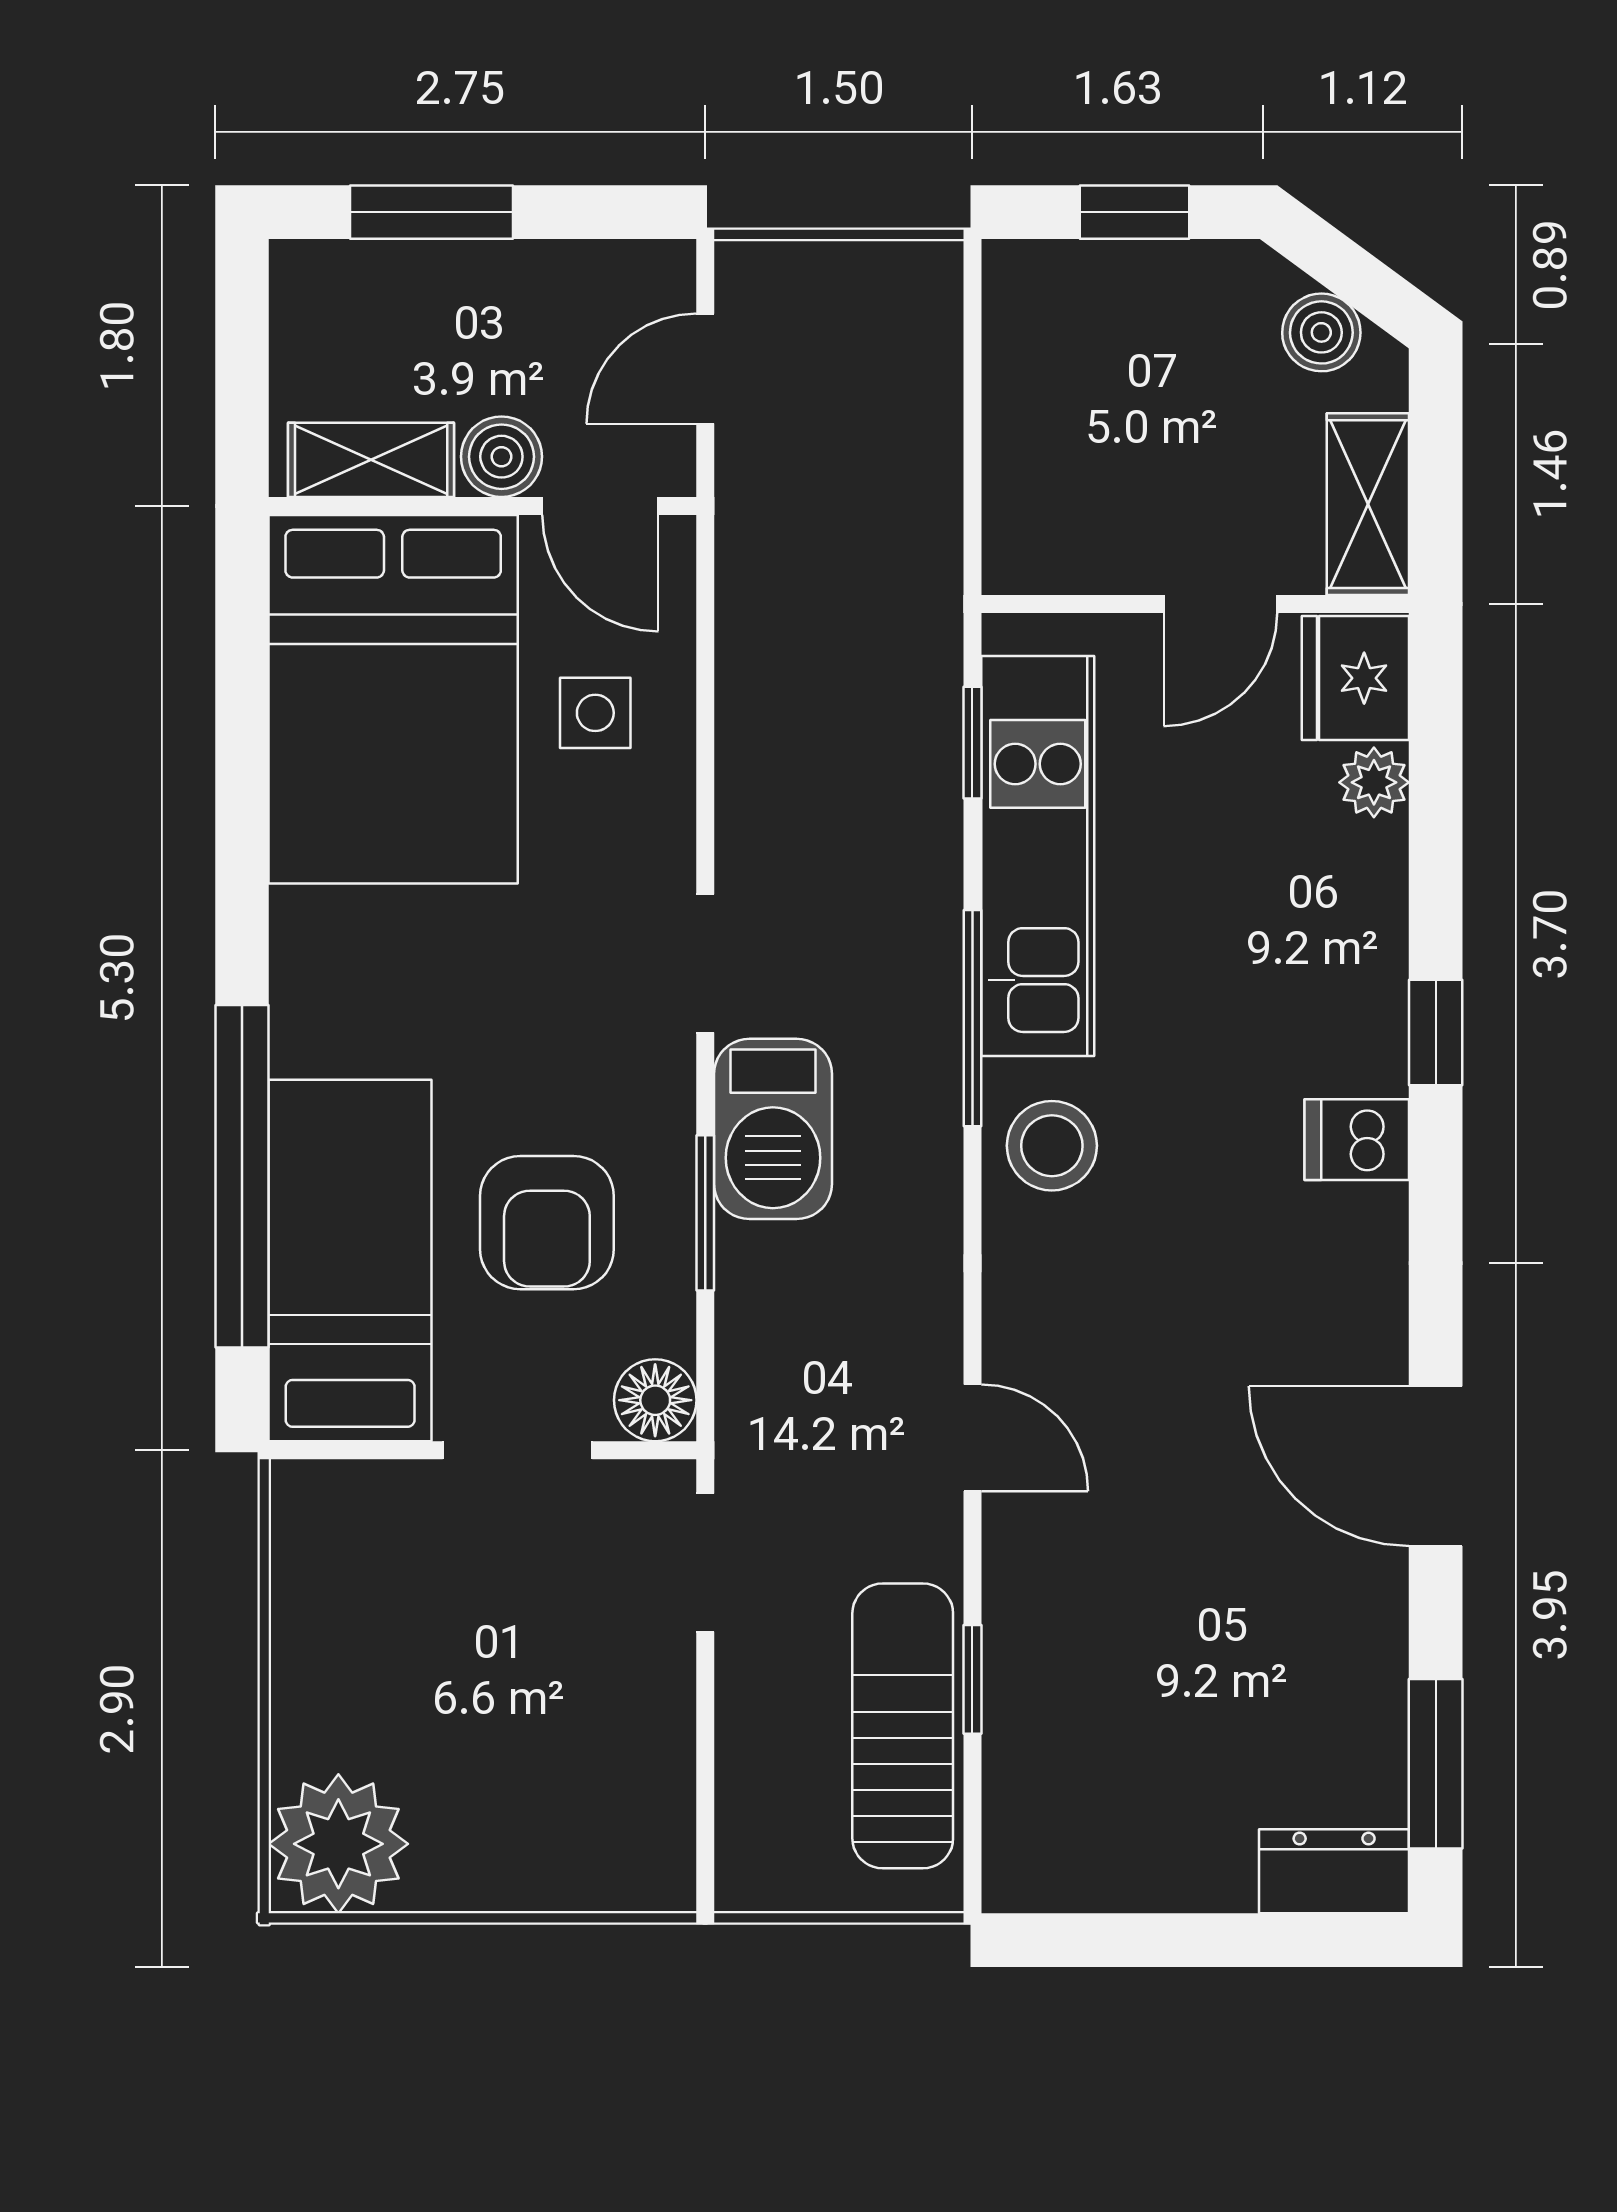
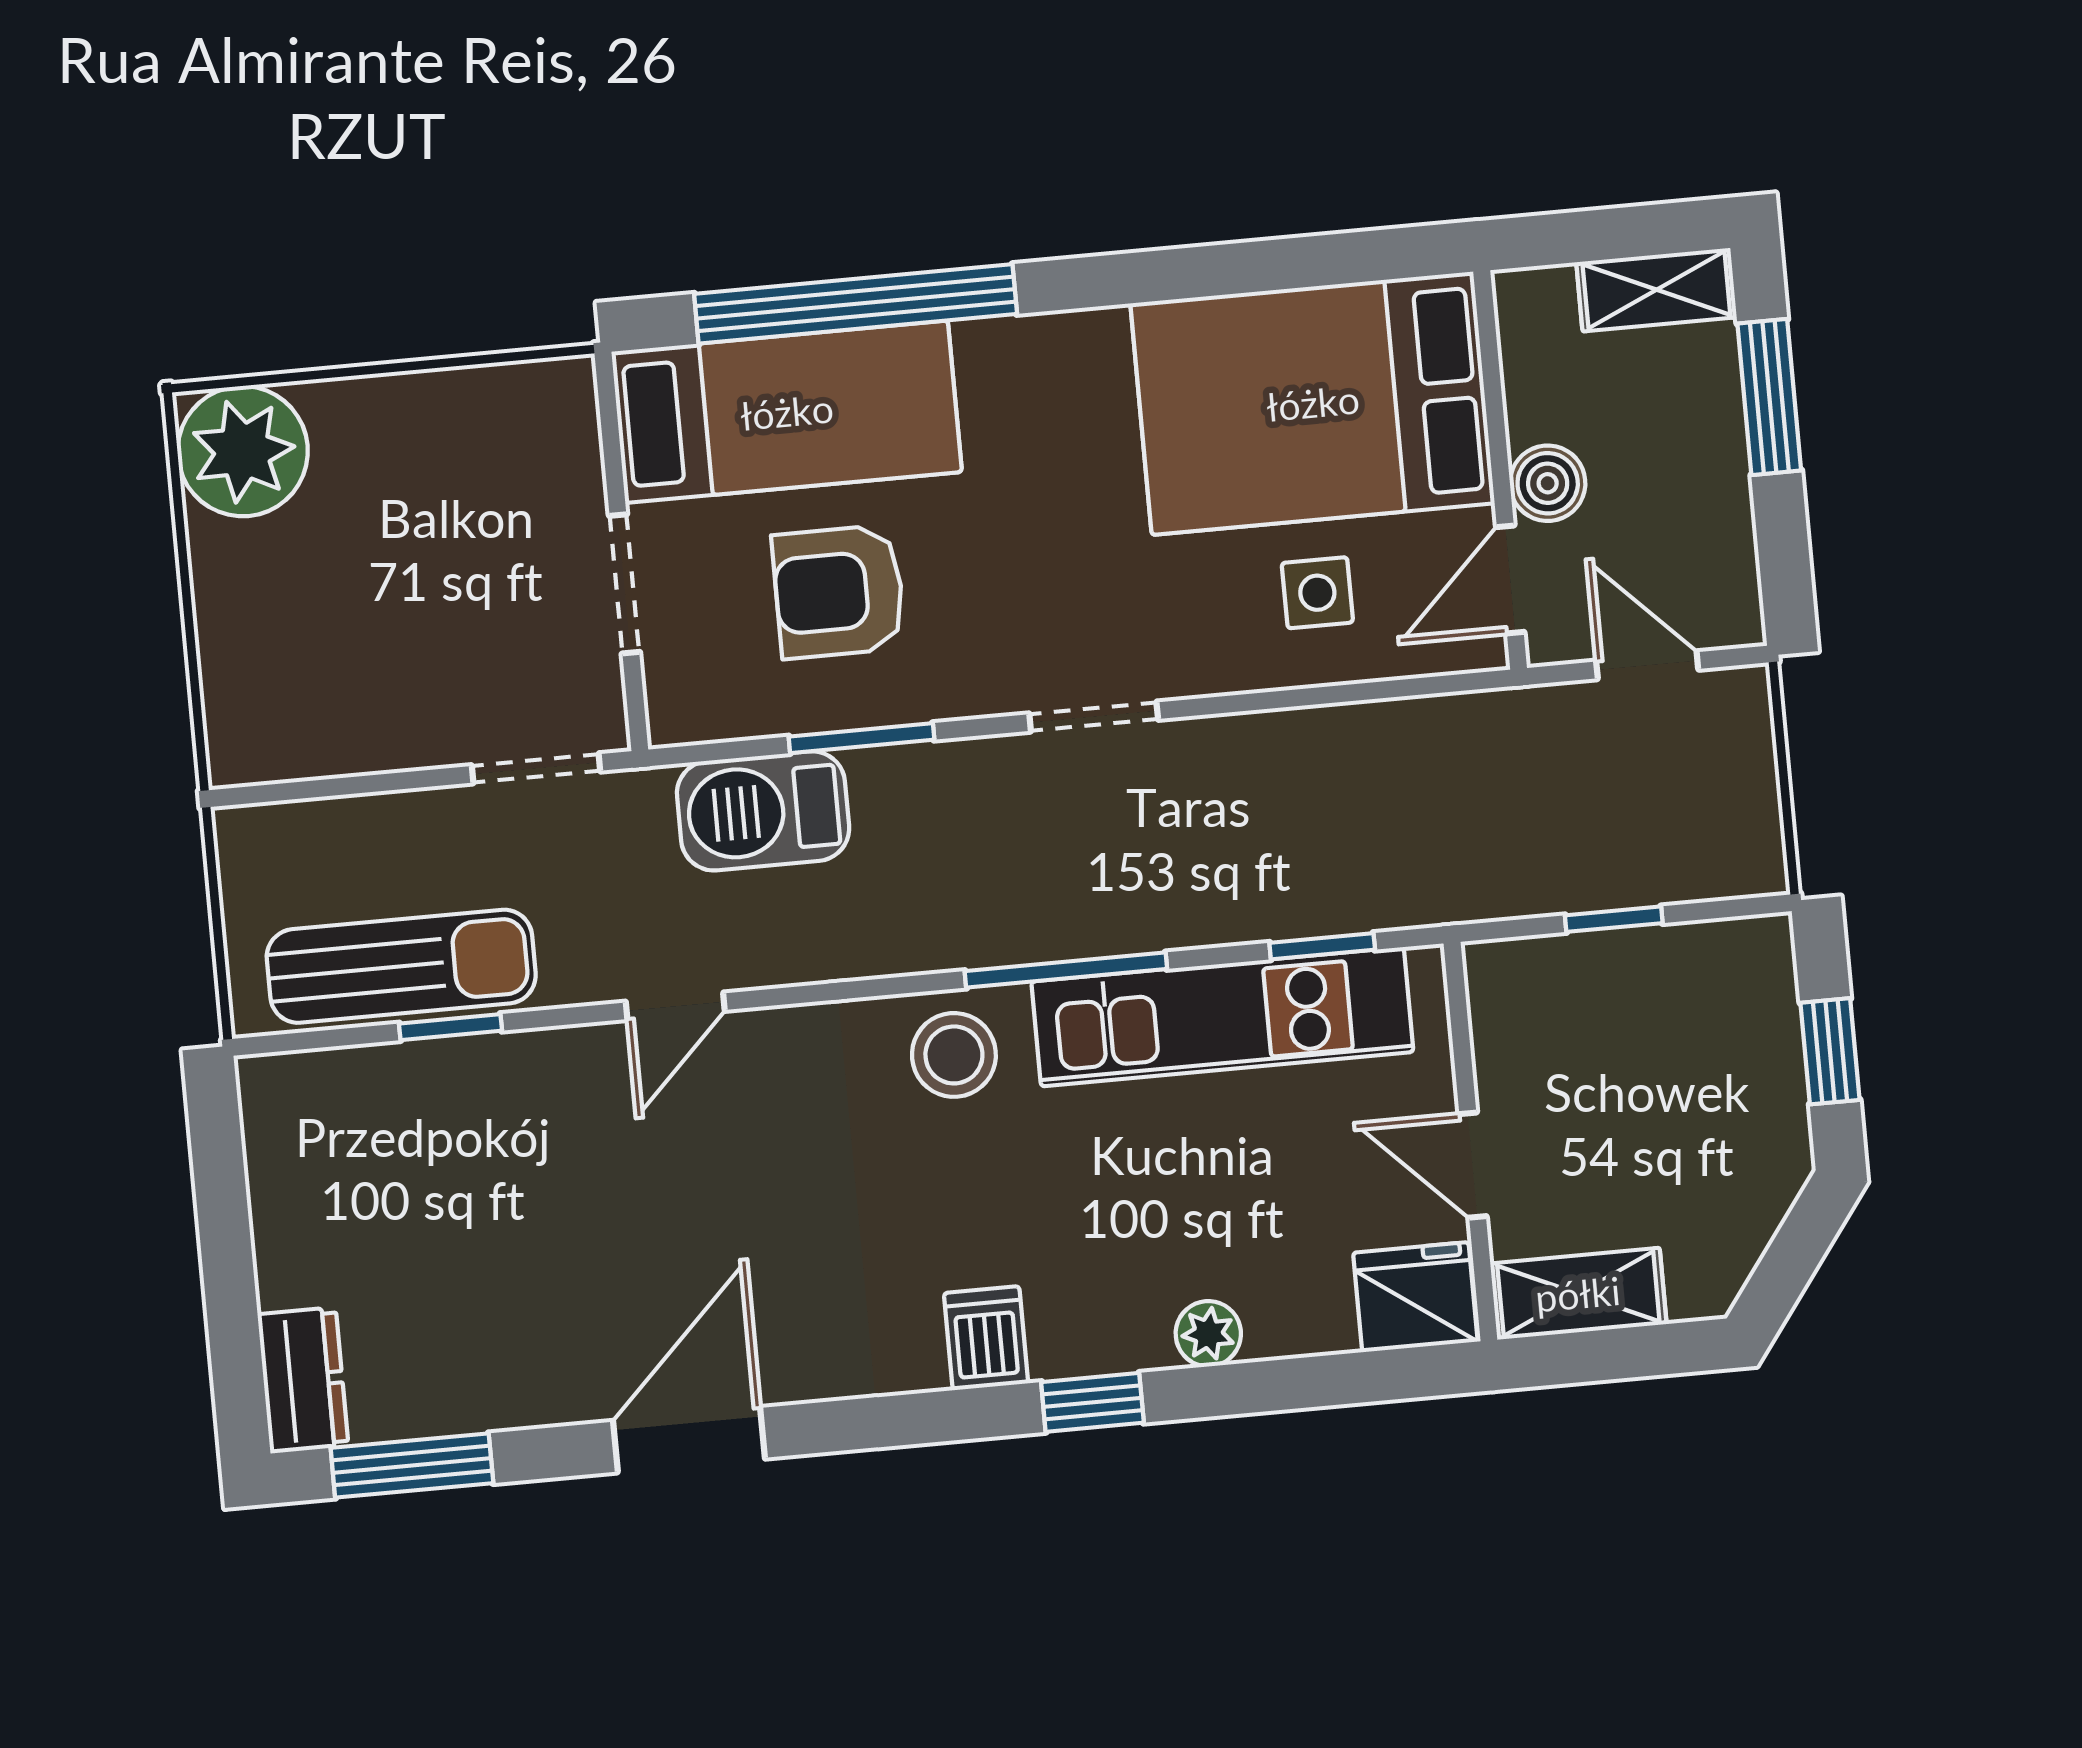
boiler: (1321, 332) -> (1734, 1235), removed
window: (972, 429) -> (1614, 919), added
shelving: (371, 460) -> (1656, 290), moved, turned 90
plant: (1374, 782) -> (1208, 1334), moved
barbecue: (773, 1129) -> (763, 811), moved
floor lamp: (655, 1400) -> (683, 708), removed

